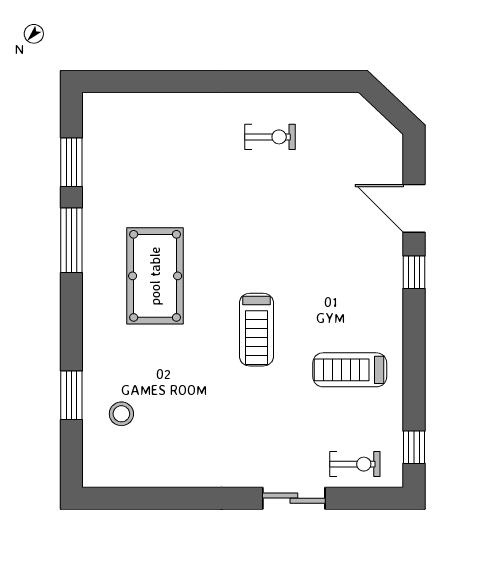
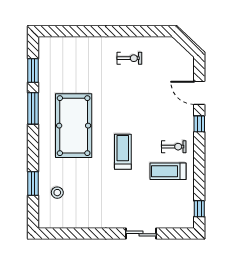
pool table: (155, 276) -> (74, 126), width x1.36, depth x1.32
treadmill: (256, 330) -> (123, 152), turned 180
exercise bike: (355, 464) -> (174, 147), moved

